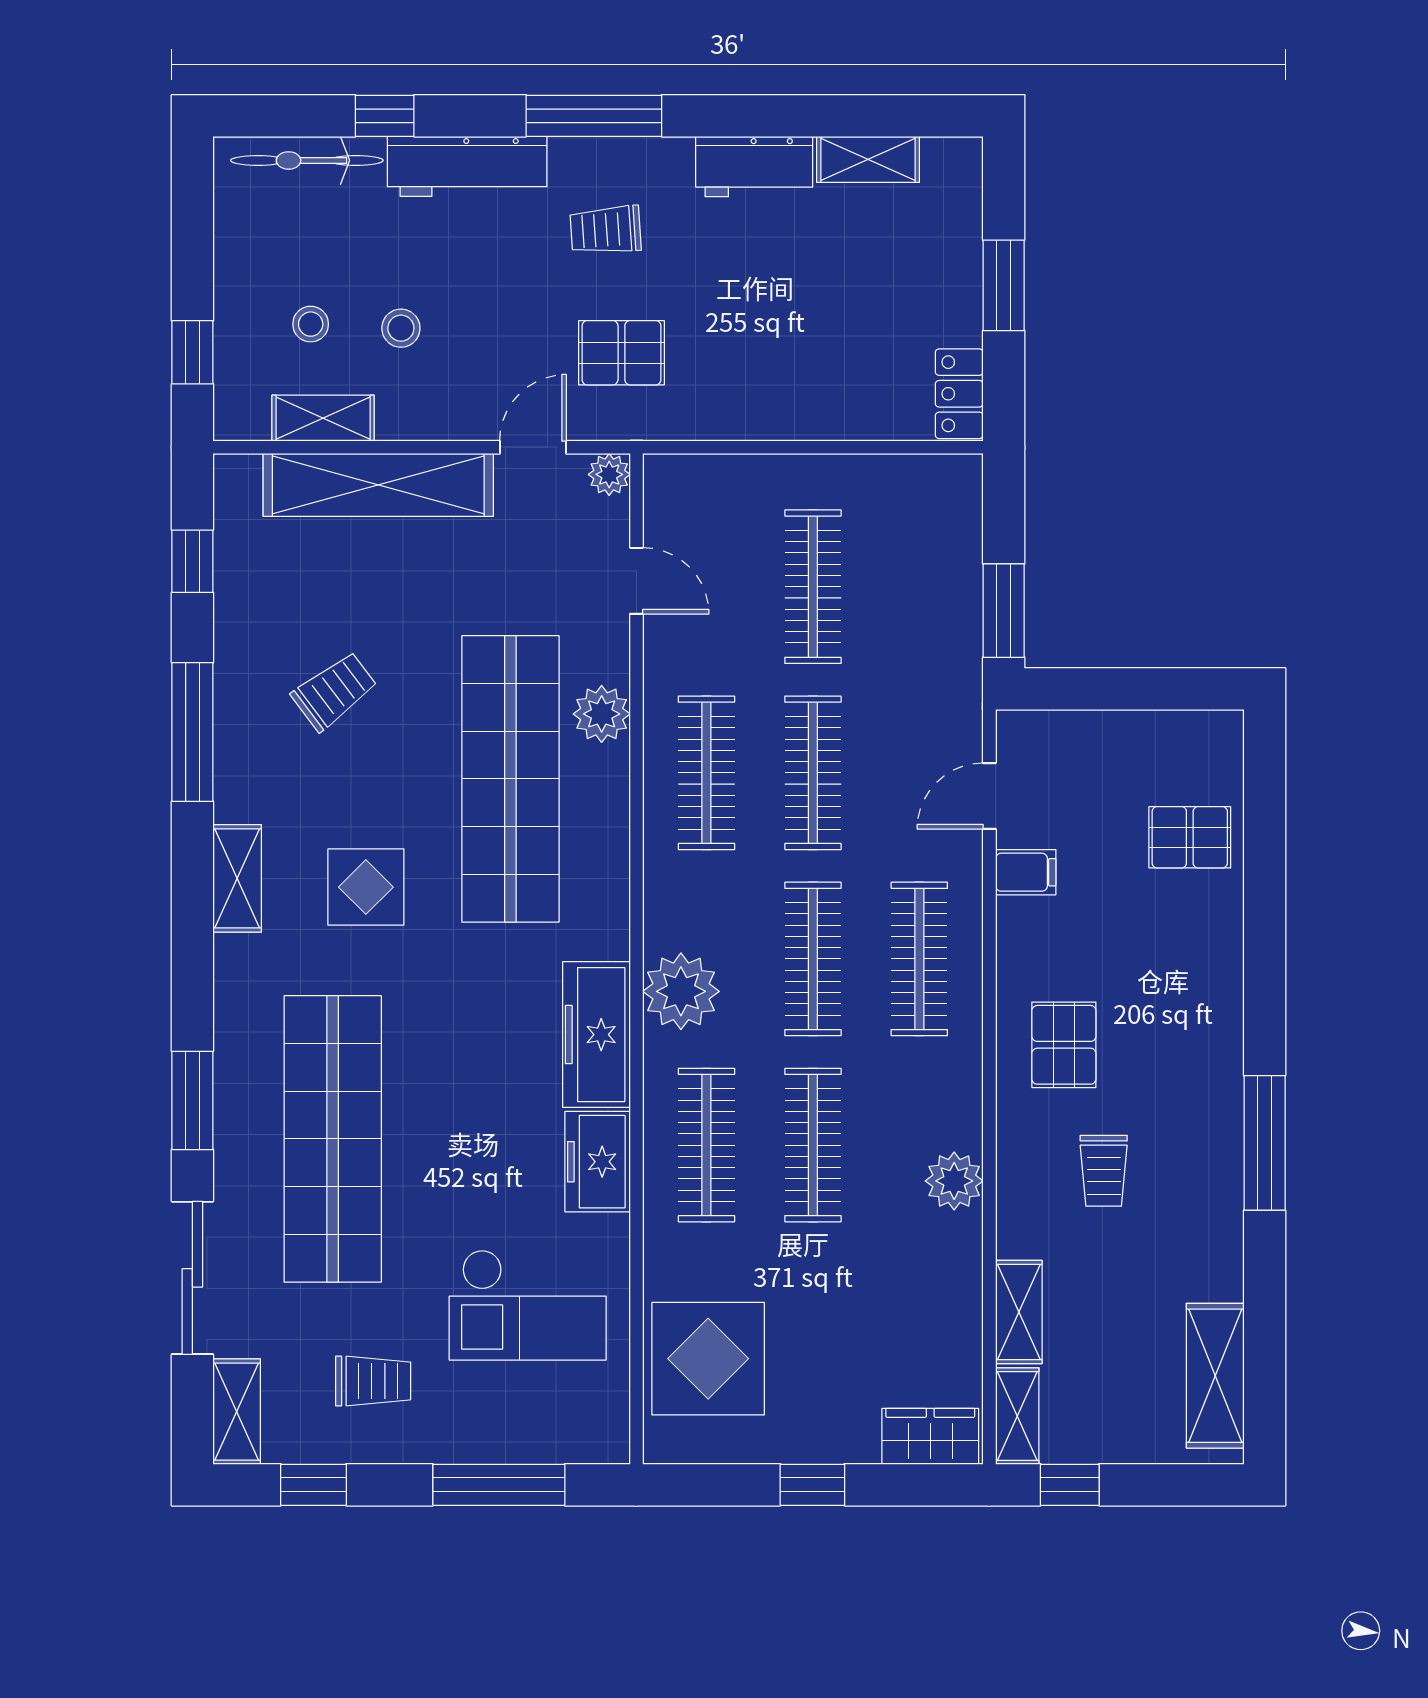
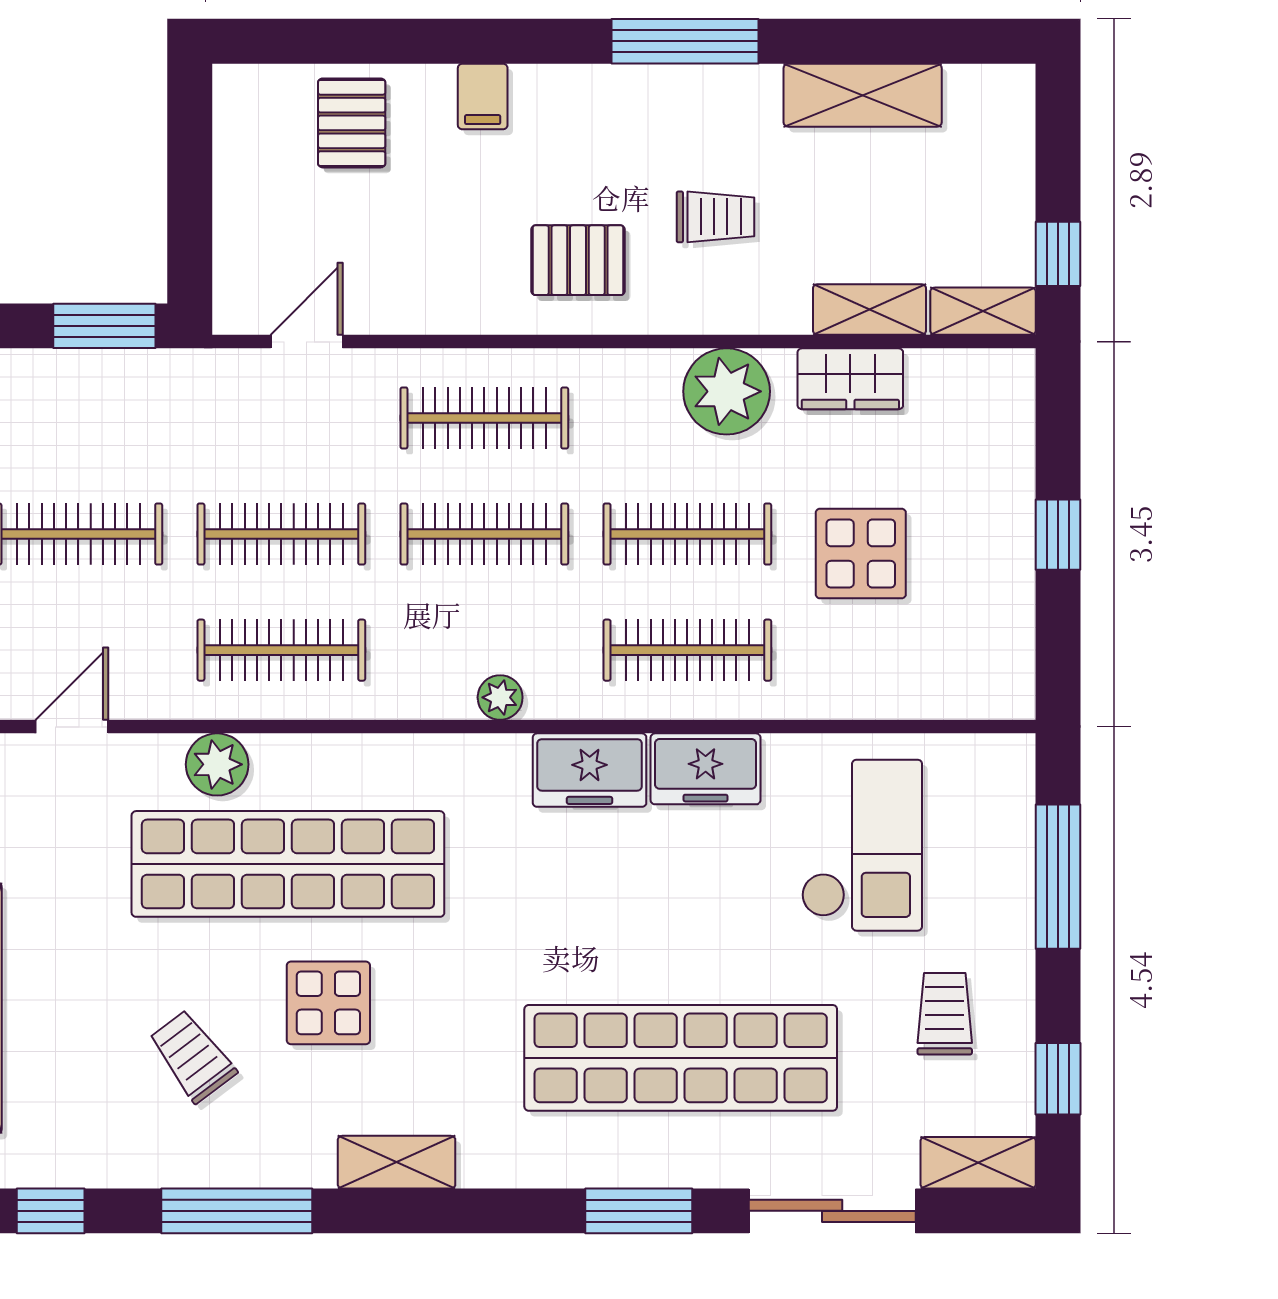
door: (989, 796) -> (307, 342), swing flipped
filing cabinet: (1026, 872) -> (483, 97), moved, turned 180
display table: (366, 887) -> (328, 1003), moved
plant: (681, 991) -> (500, 697), width x0.53, depth x0.53
freezer: (596, 1035) -> (590, 770), width x0.71
plant: (954, 1181) -> (727, 391), width x1.36, depth x1.36
display table: (708, 1359) -> (861, 554), moved, width x0.73, depth x0.73
shelving: (1215, 1376) -> (863, 95), moved
wardrobe: (930, 1436) -> (850, 379), moved, turned -90

